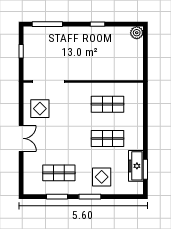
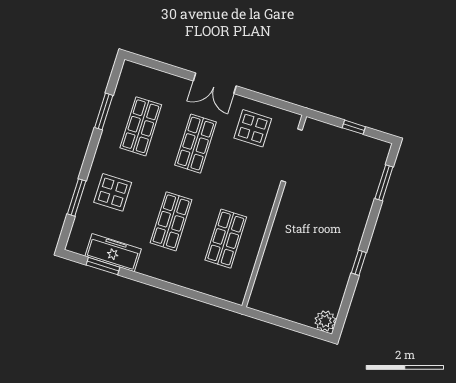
window: (47, 24) -> (384, 183), width x0.69
shop shelf: (59, 139) -> (196, 144), added
window: (90, 197) -> (77, 197), moved

